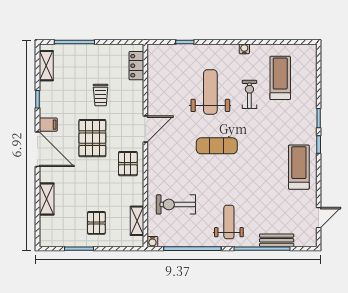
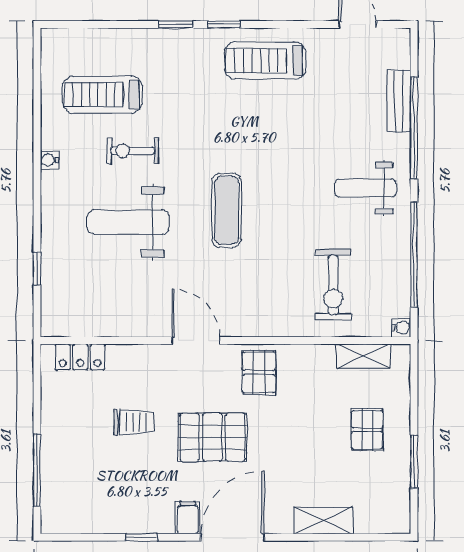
shelving: (46, 66) -> (80, 521), removed
pallet: (128, 164) -> (259, 372), turned 90
pallet: (96, 223) -> (367, 430), turned 90

